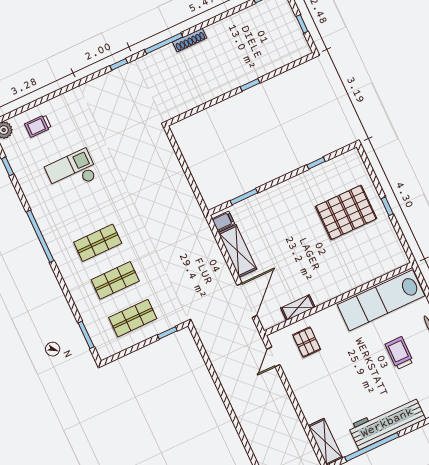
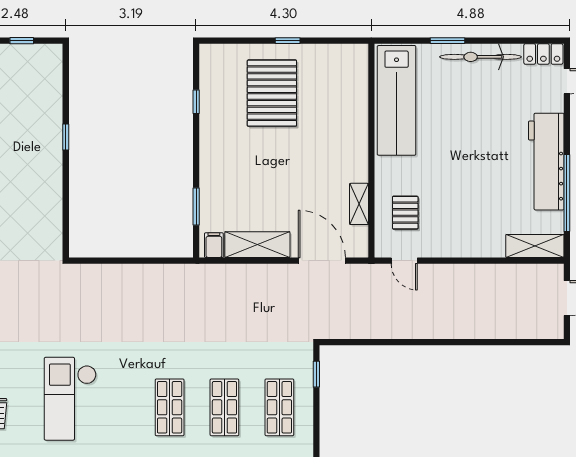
checkout: (72, 172) -> (70, 399), width x1.36, depth x1.21
pallet: (307, 342) -> (405, 213), turned 90
trolley: (399, 353) -> (470, 108), removed

